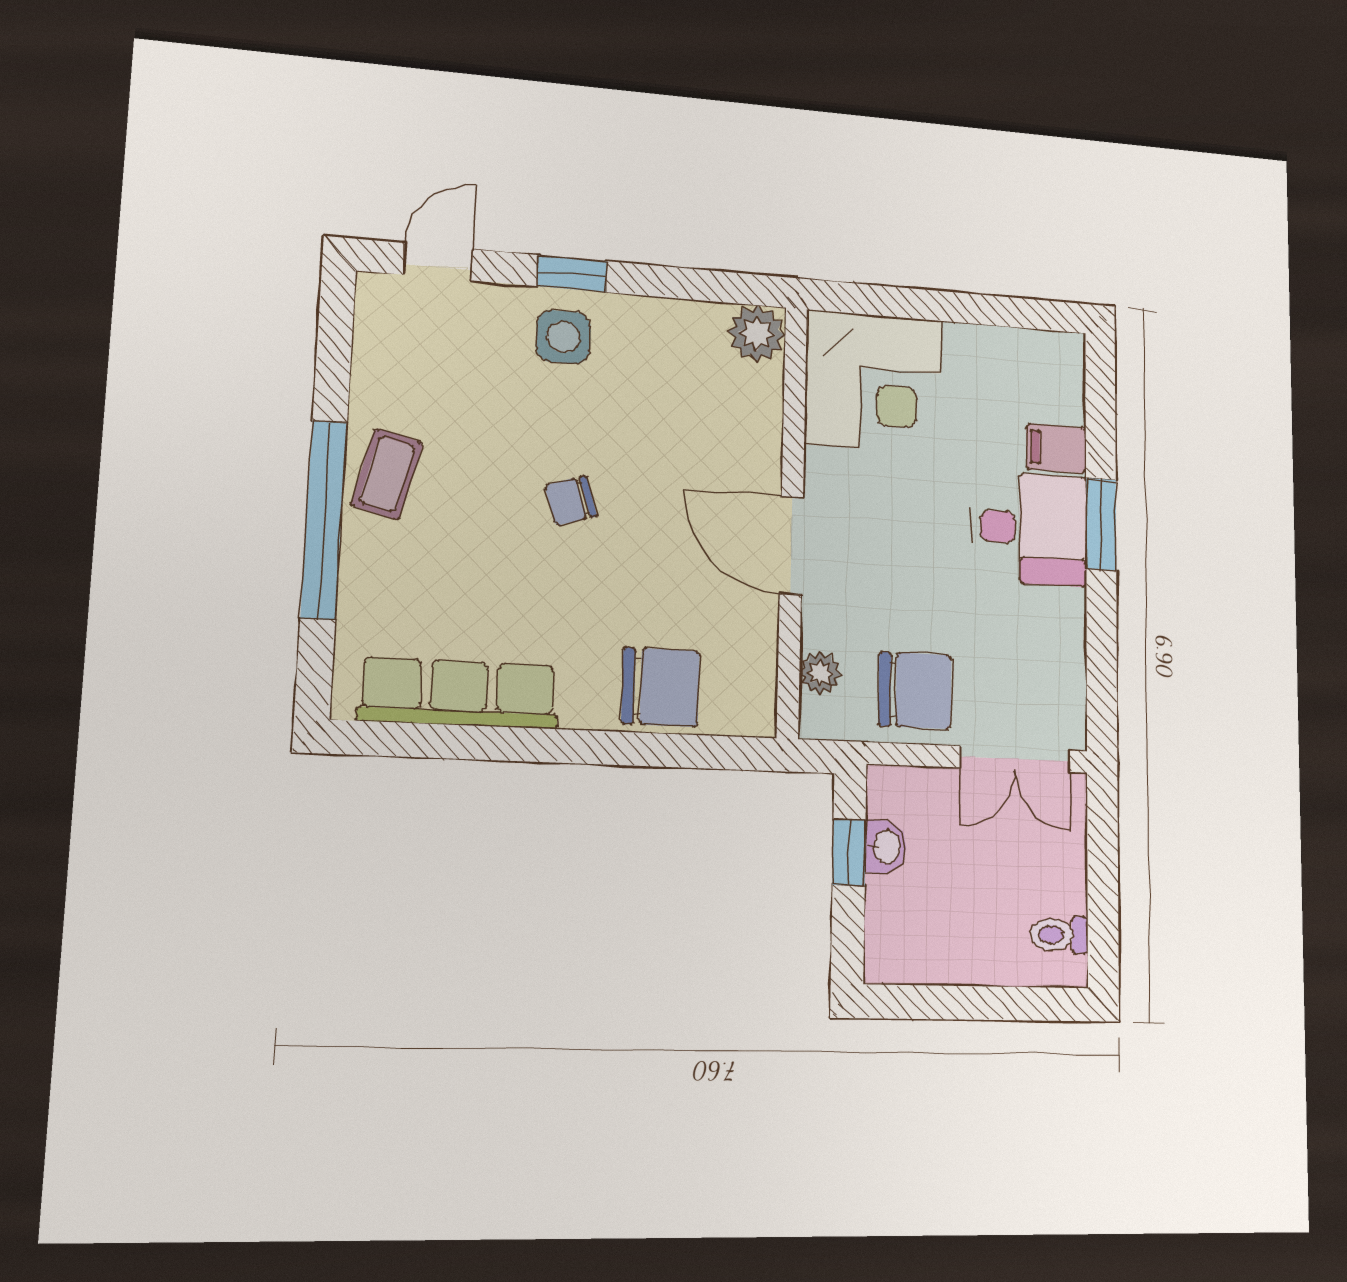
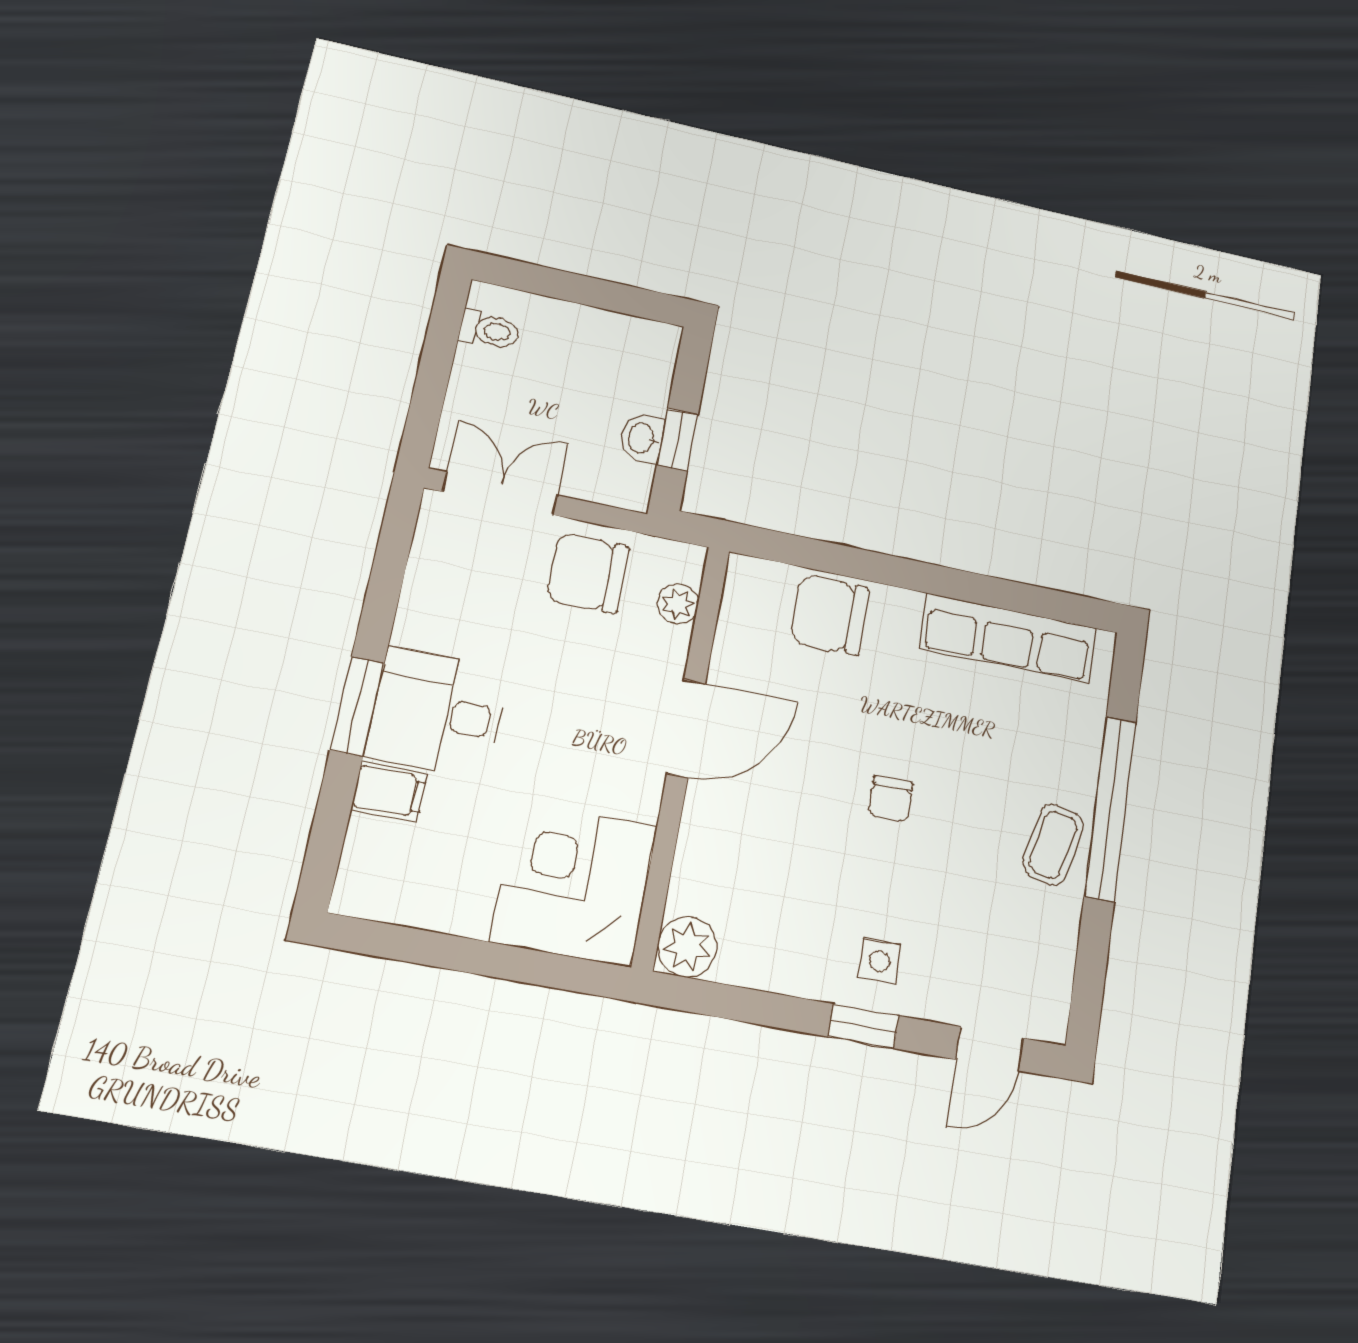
side table: (563, 337) -> (879, 961), width x0.73, depth x0.73
chair: (571, 501) -> (891, 799), turned 107
door: (791, 545) -> (686, 728), hinge flipped

